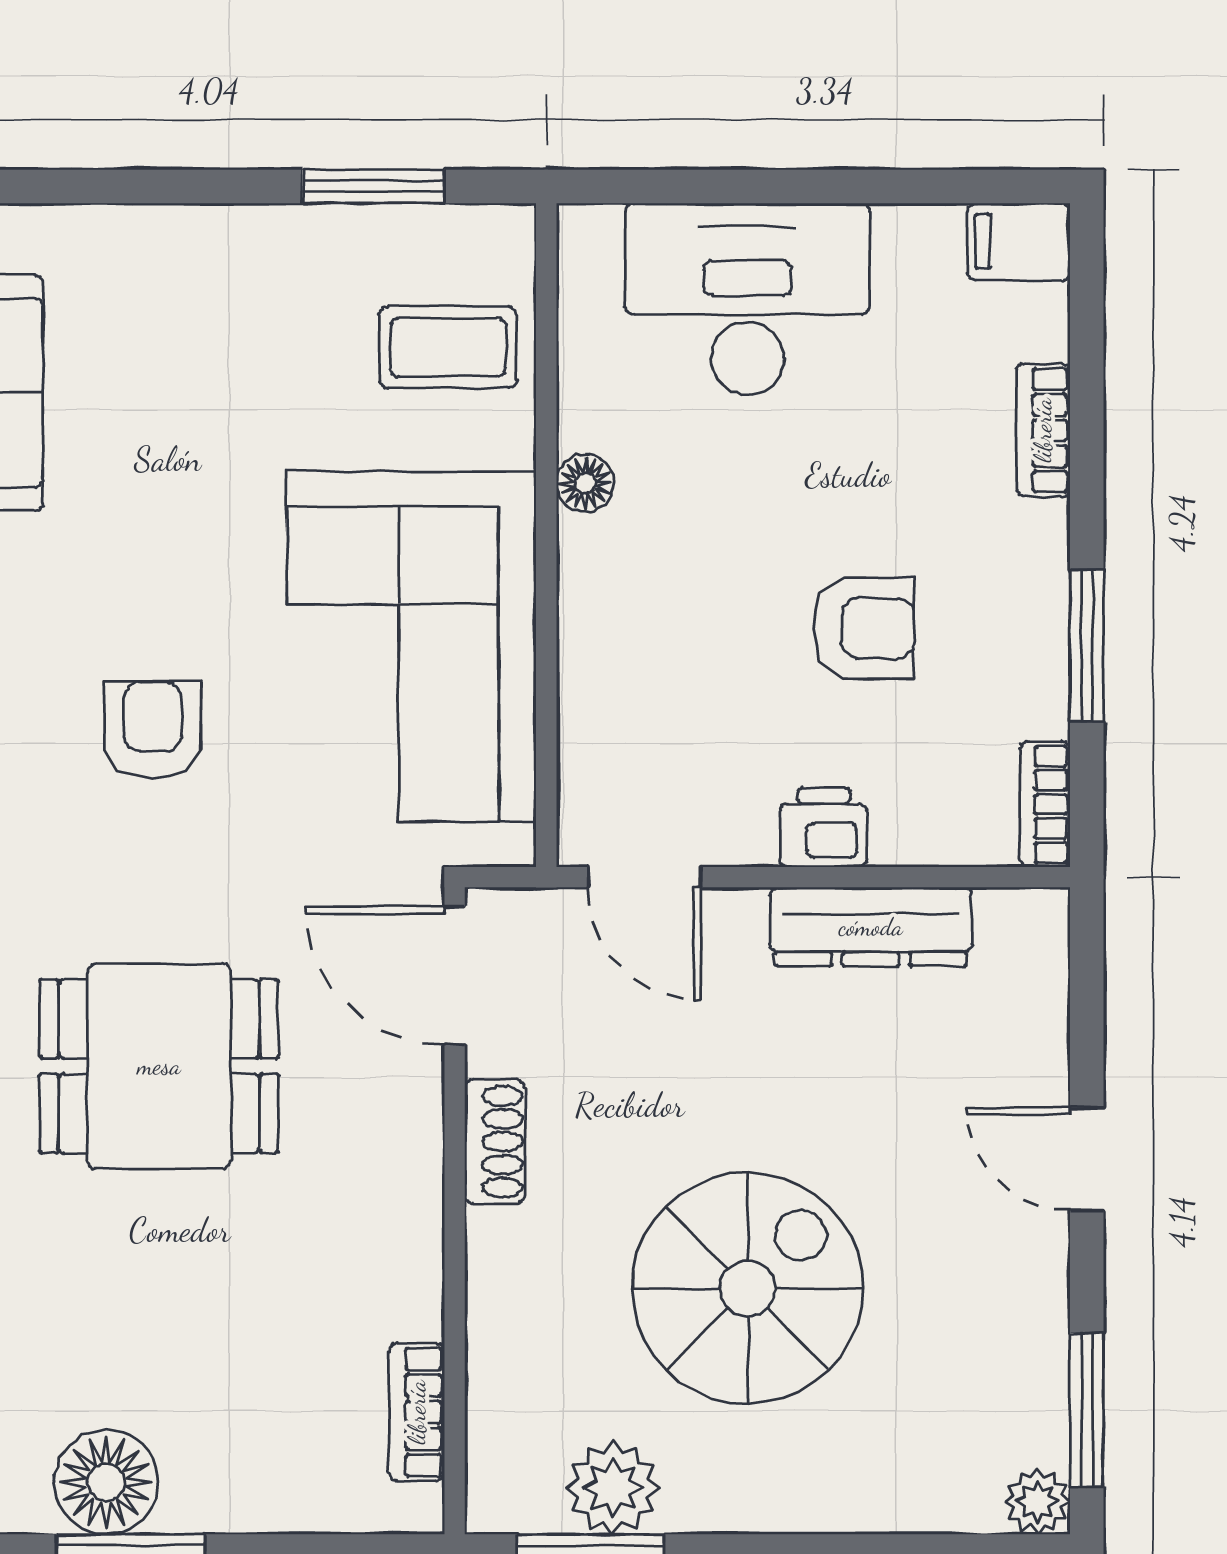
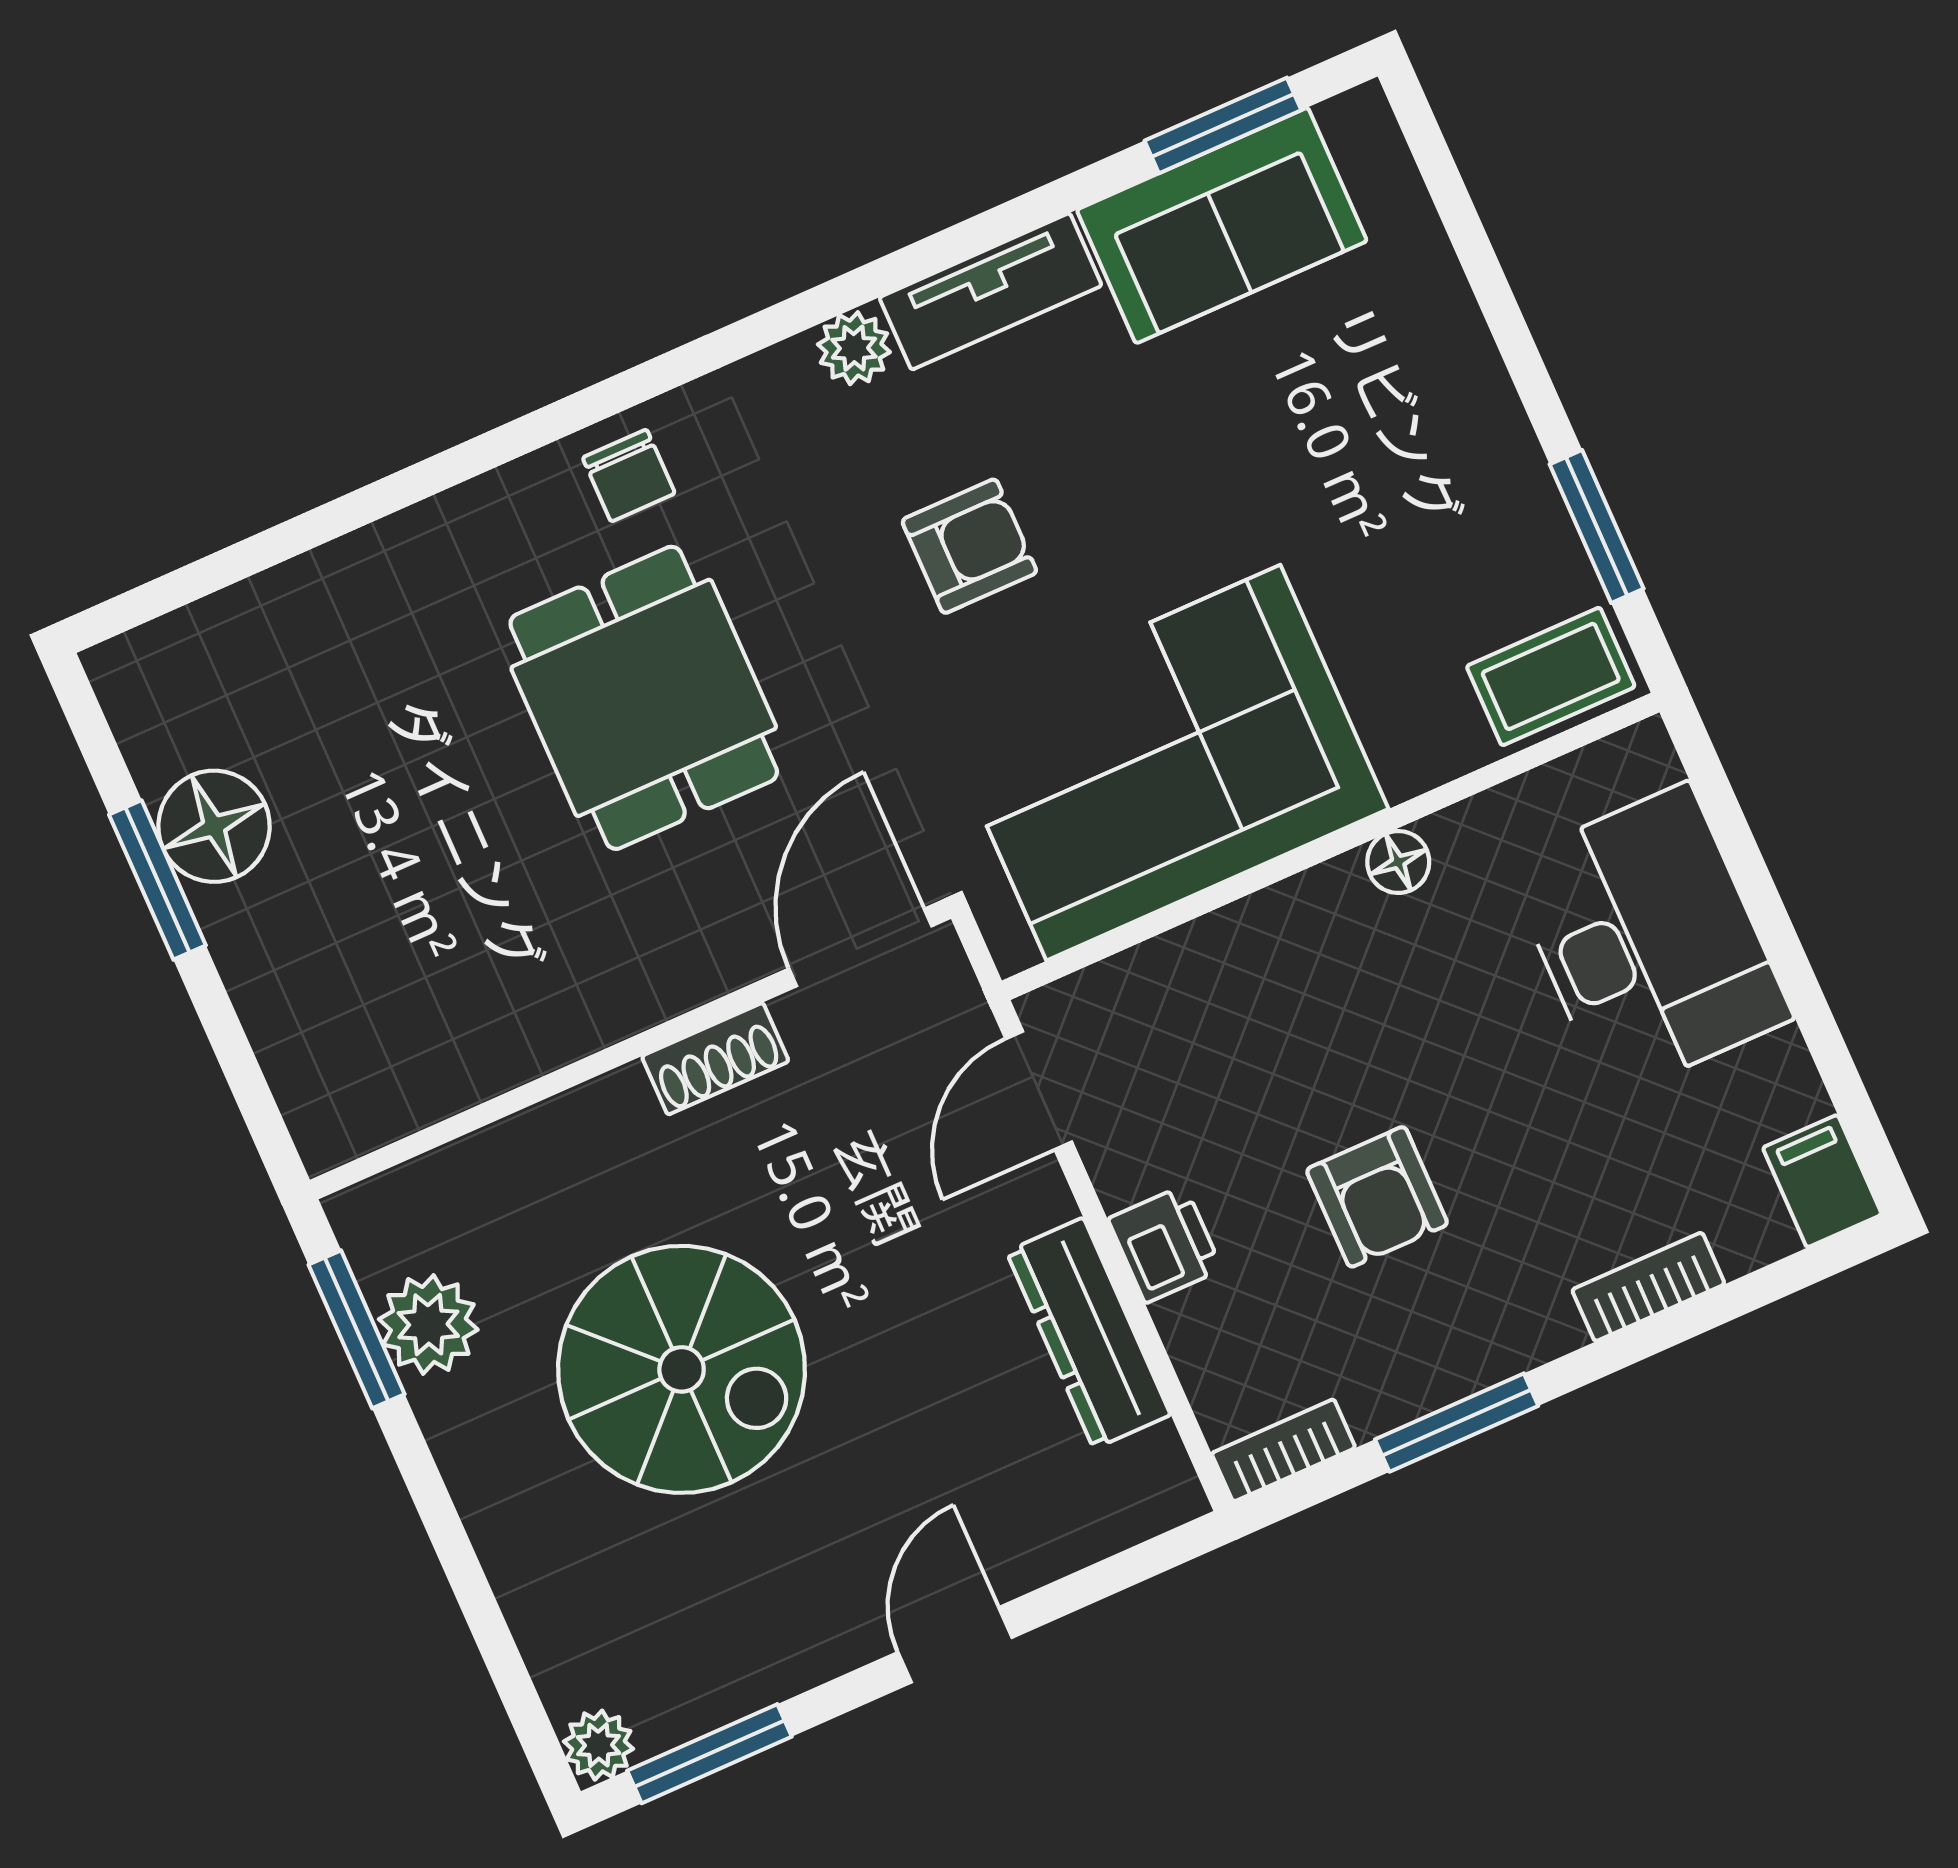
coffee table: (448, 347) -> (1551, 676), moved, turned 90
bookcase: (417, 1412) -> (417, 1100), removed

